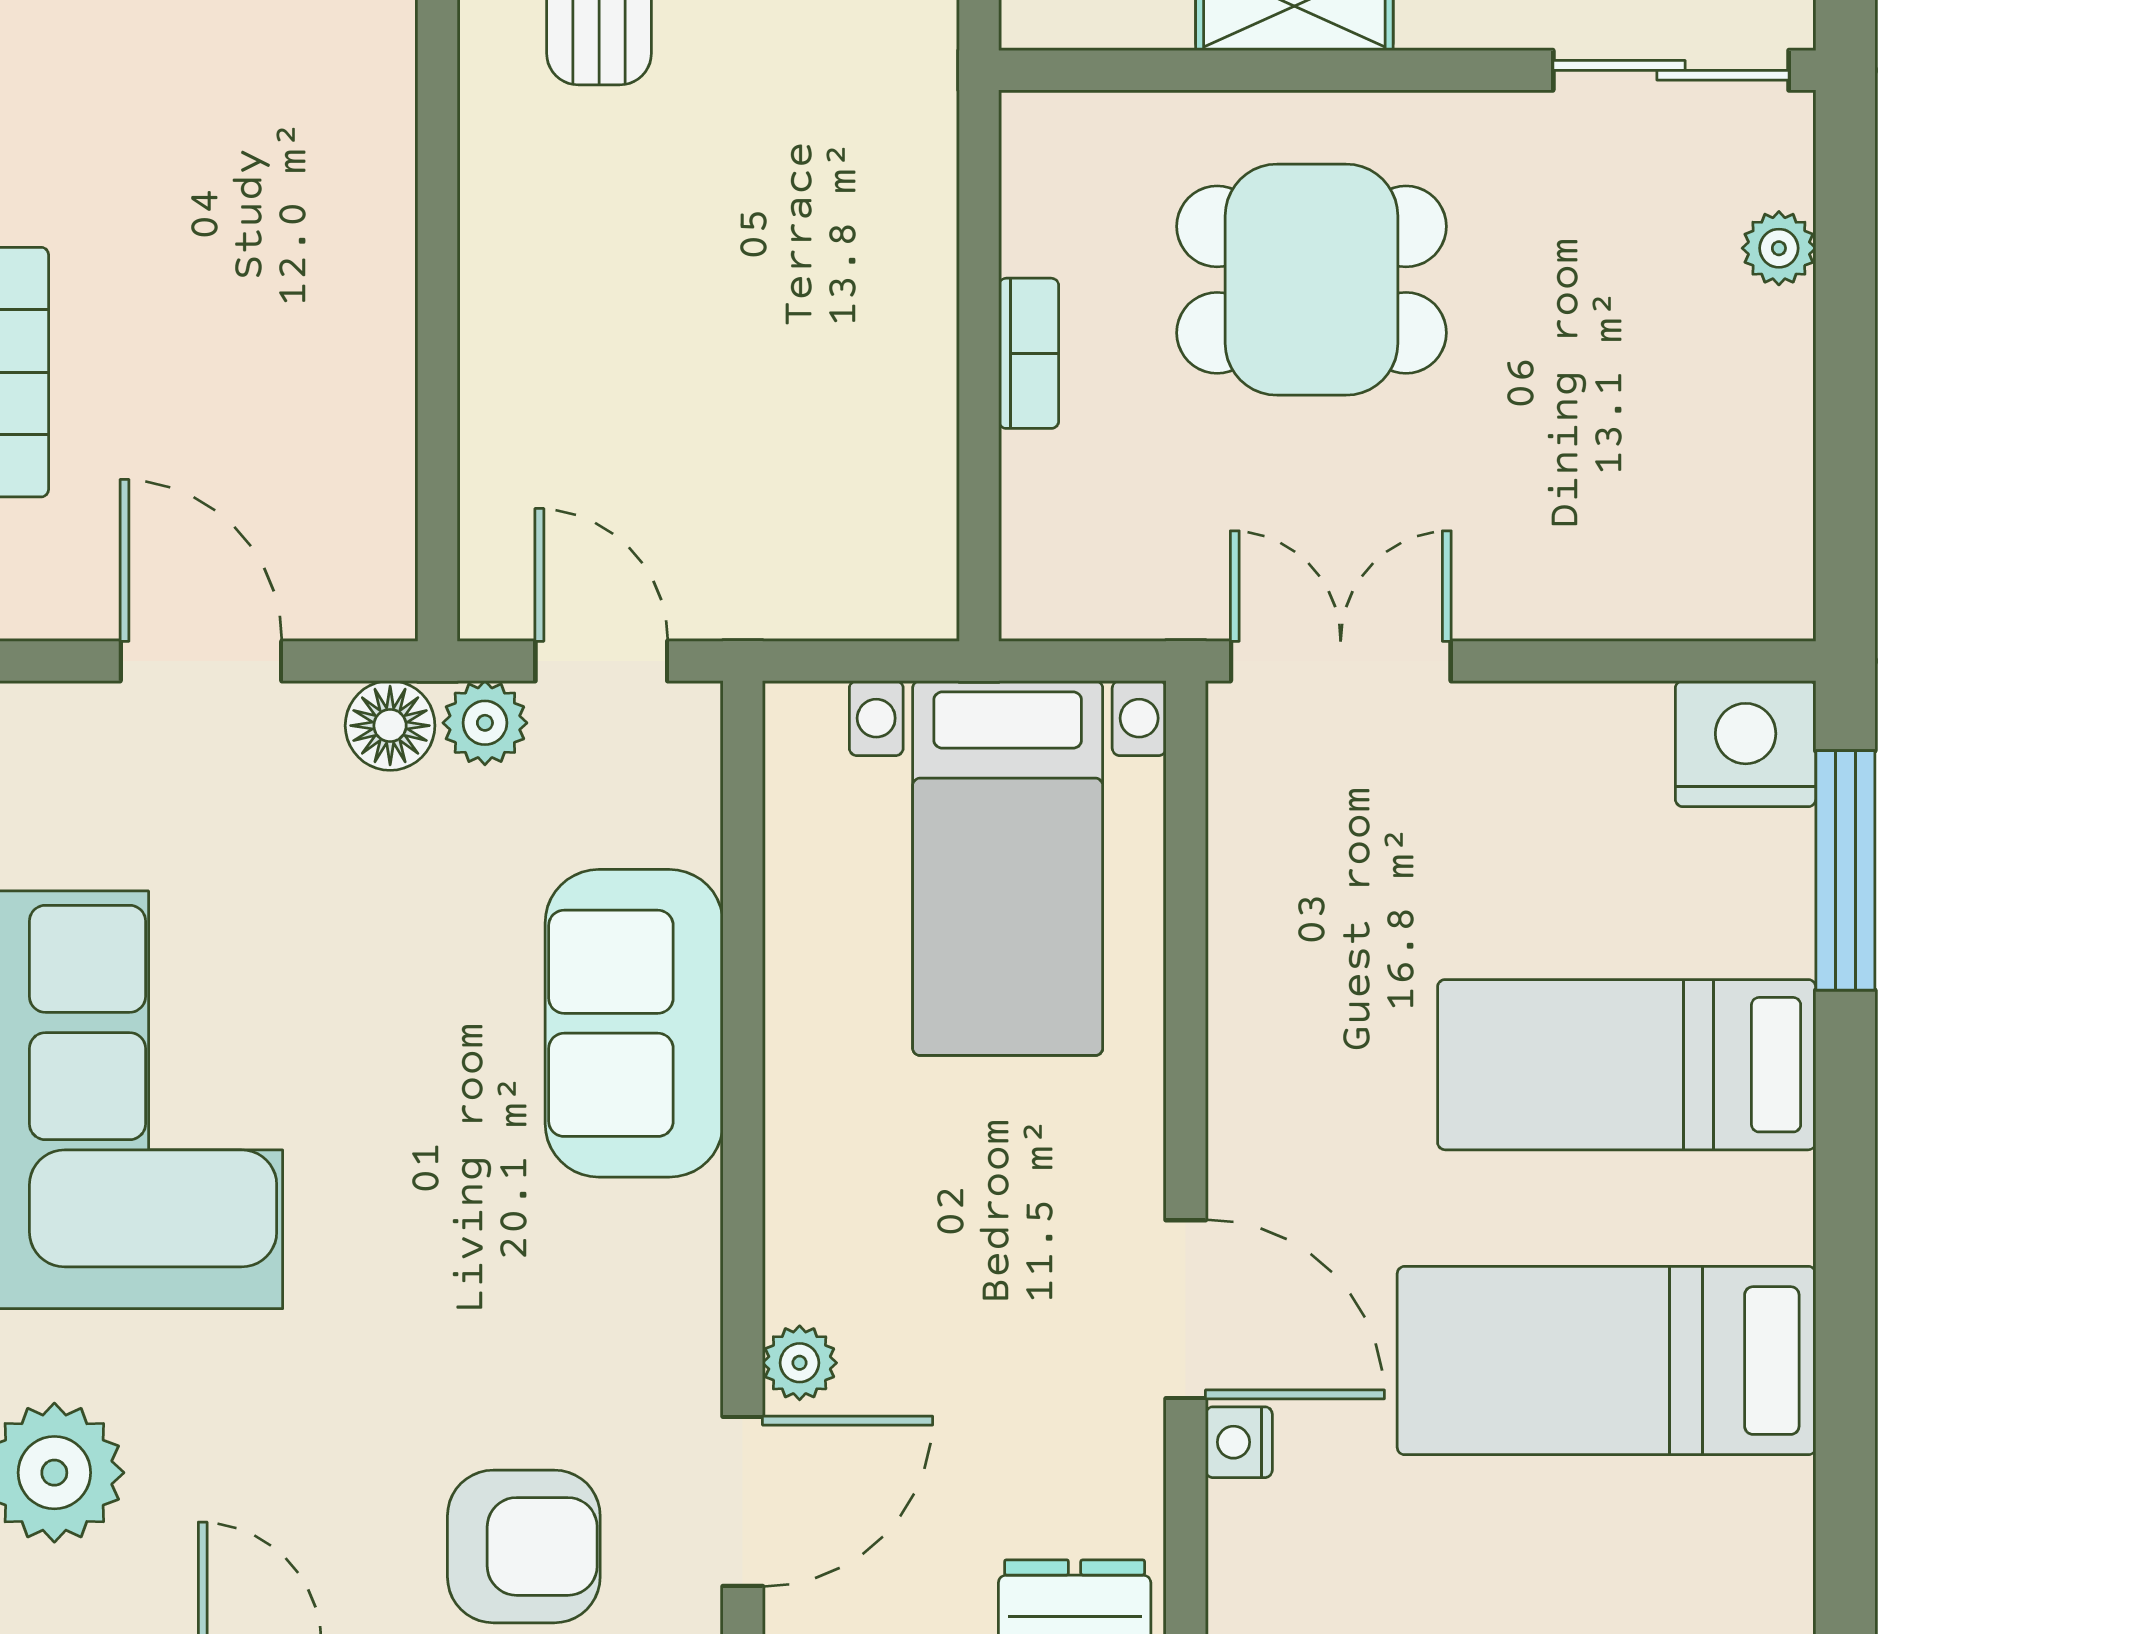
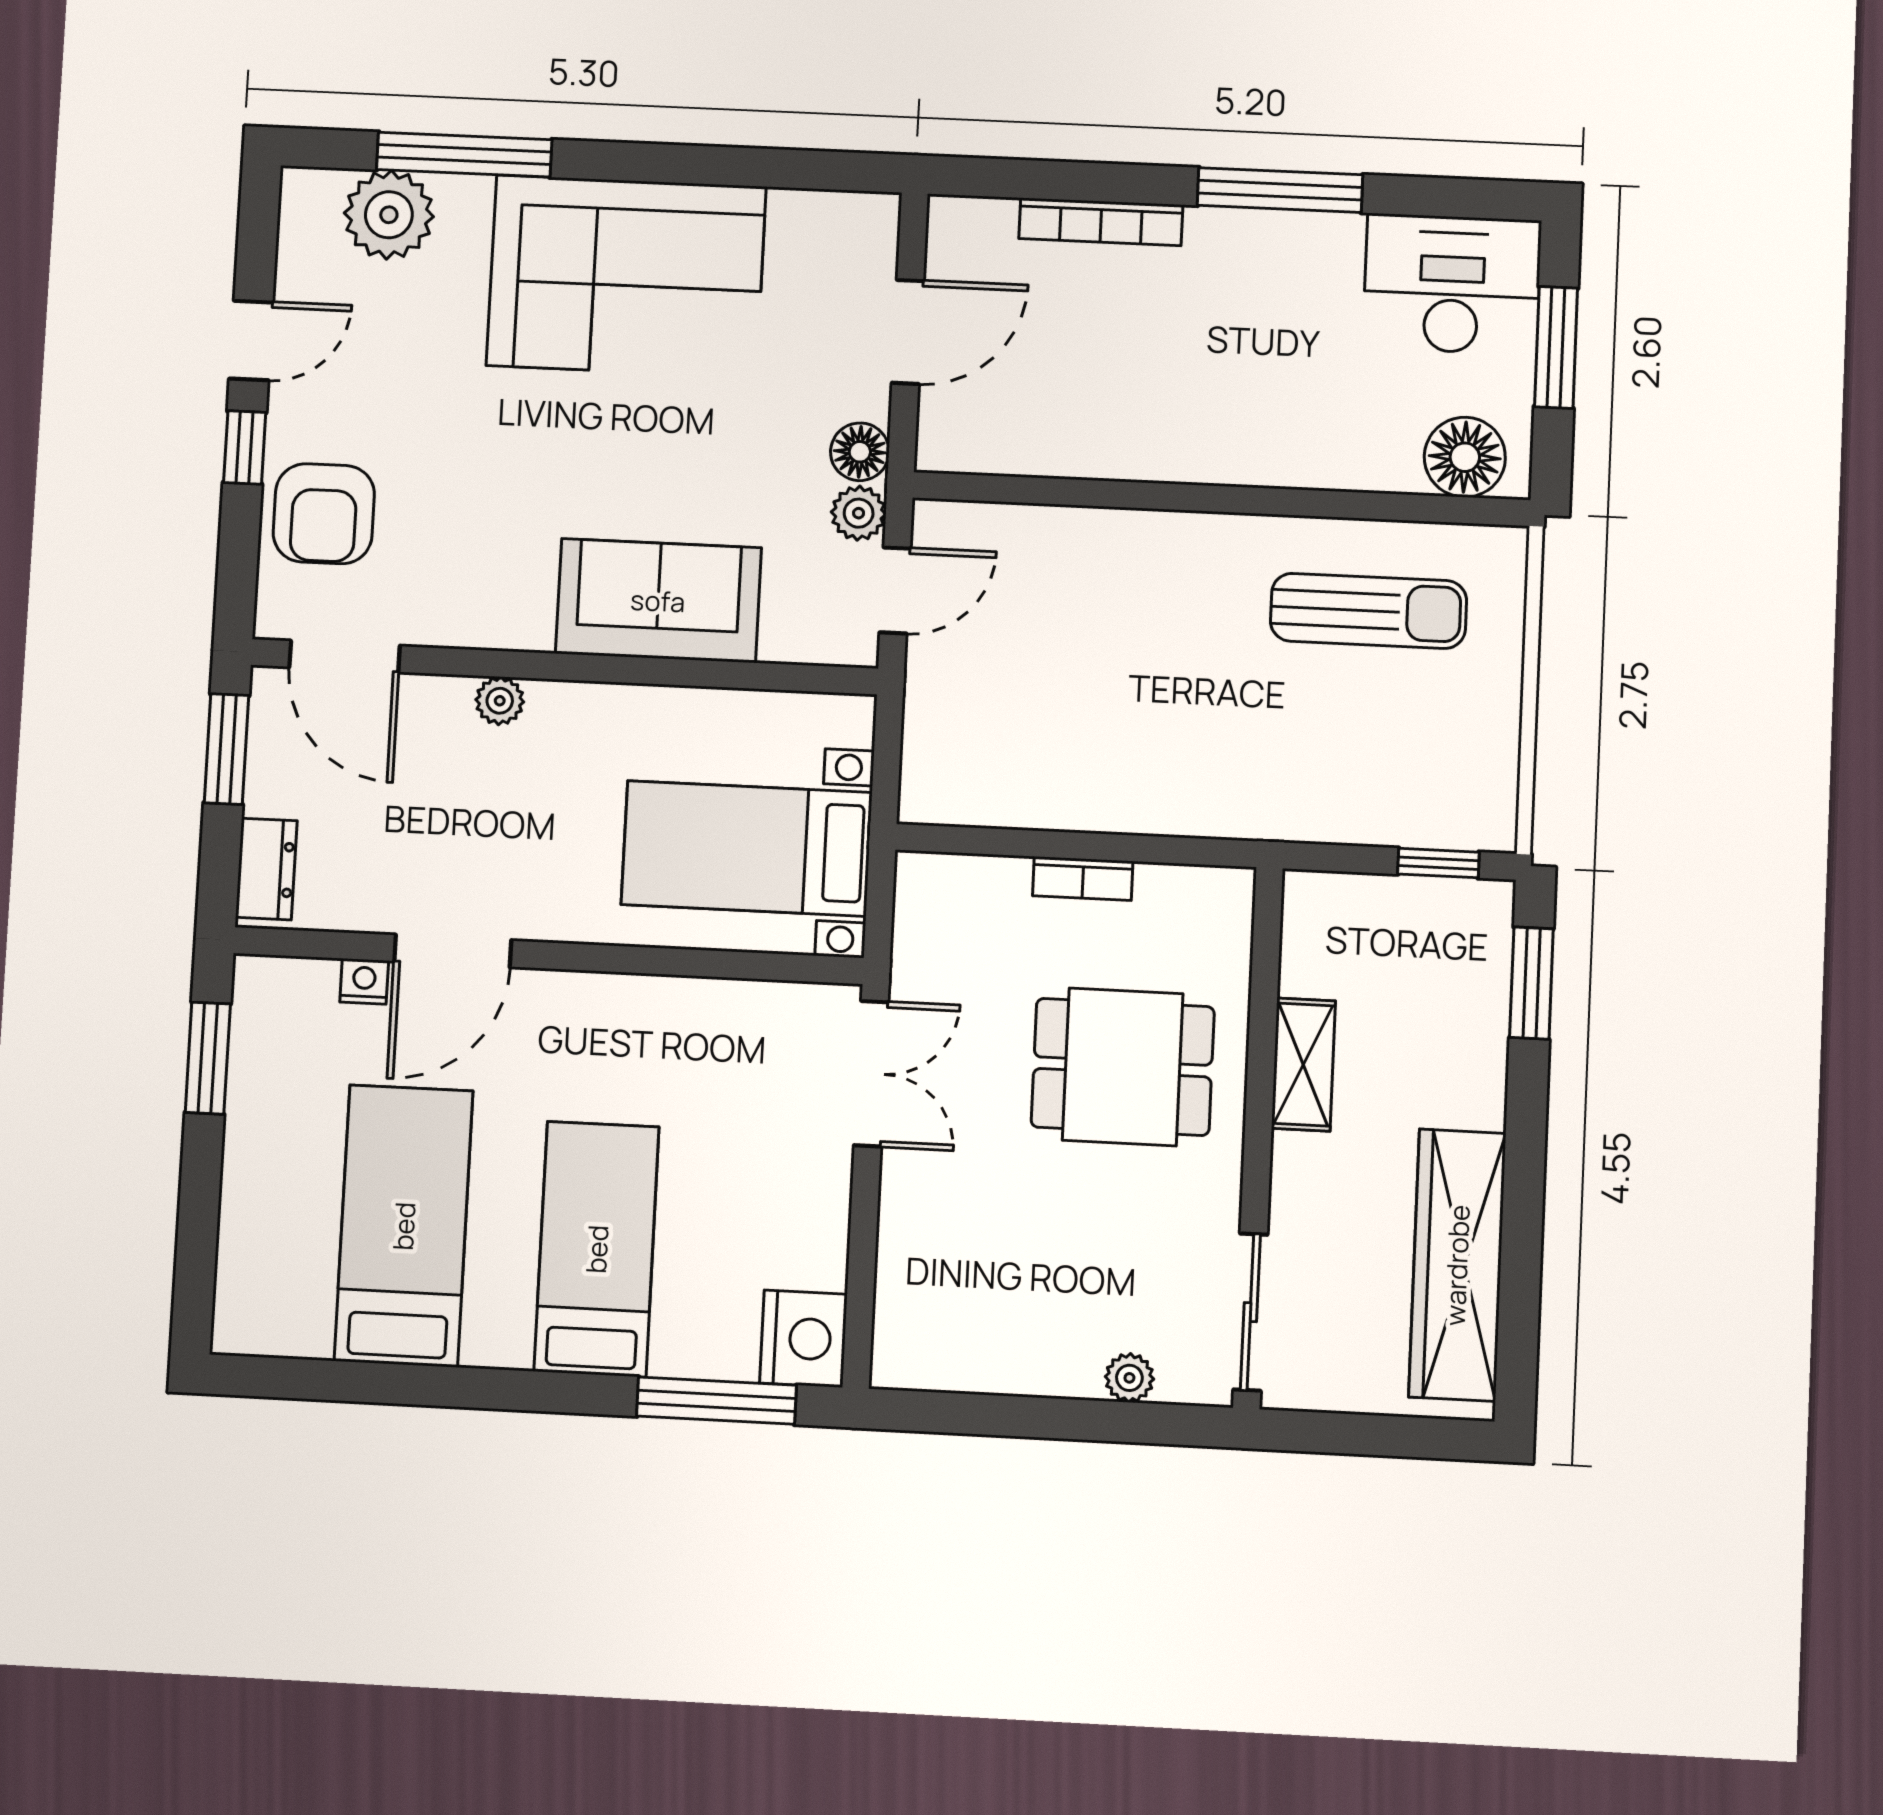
dining table: (1312, 280) -> (1123, 1067), turned 90
plant: (800, 1363) -> (500, 701), moved

